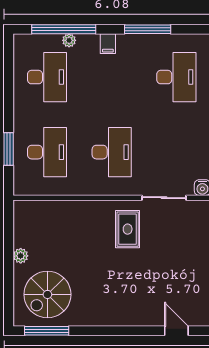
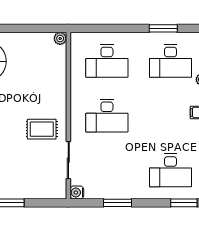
window: (9, 149) -> (163, 28), moved
plant: (21, 256) -> (60, 38), moved

